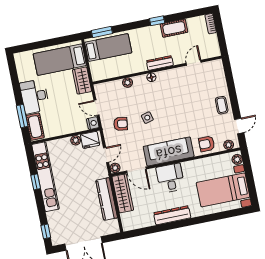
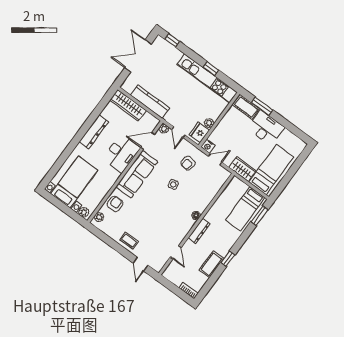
plant: (128, 83) -> (209, 197), removed
door: (239, 126) -> (140, 264), moved
desk: (170, 178) -> (121, 153), width x1.37
wardrobe: (123, 193) -> (128, 105), moved

